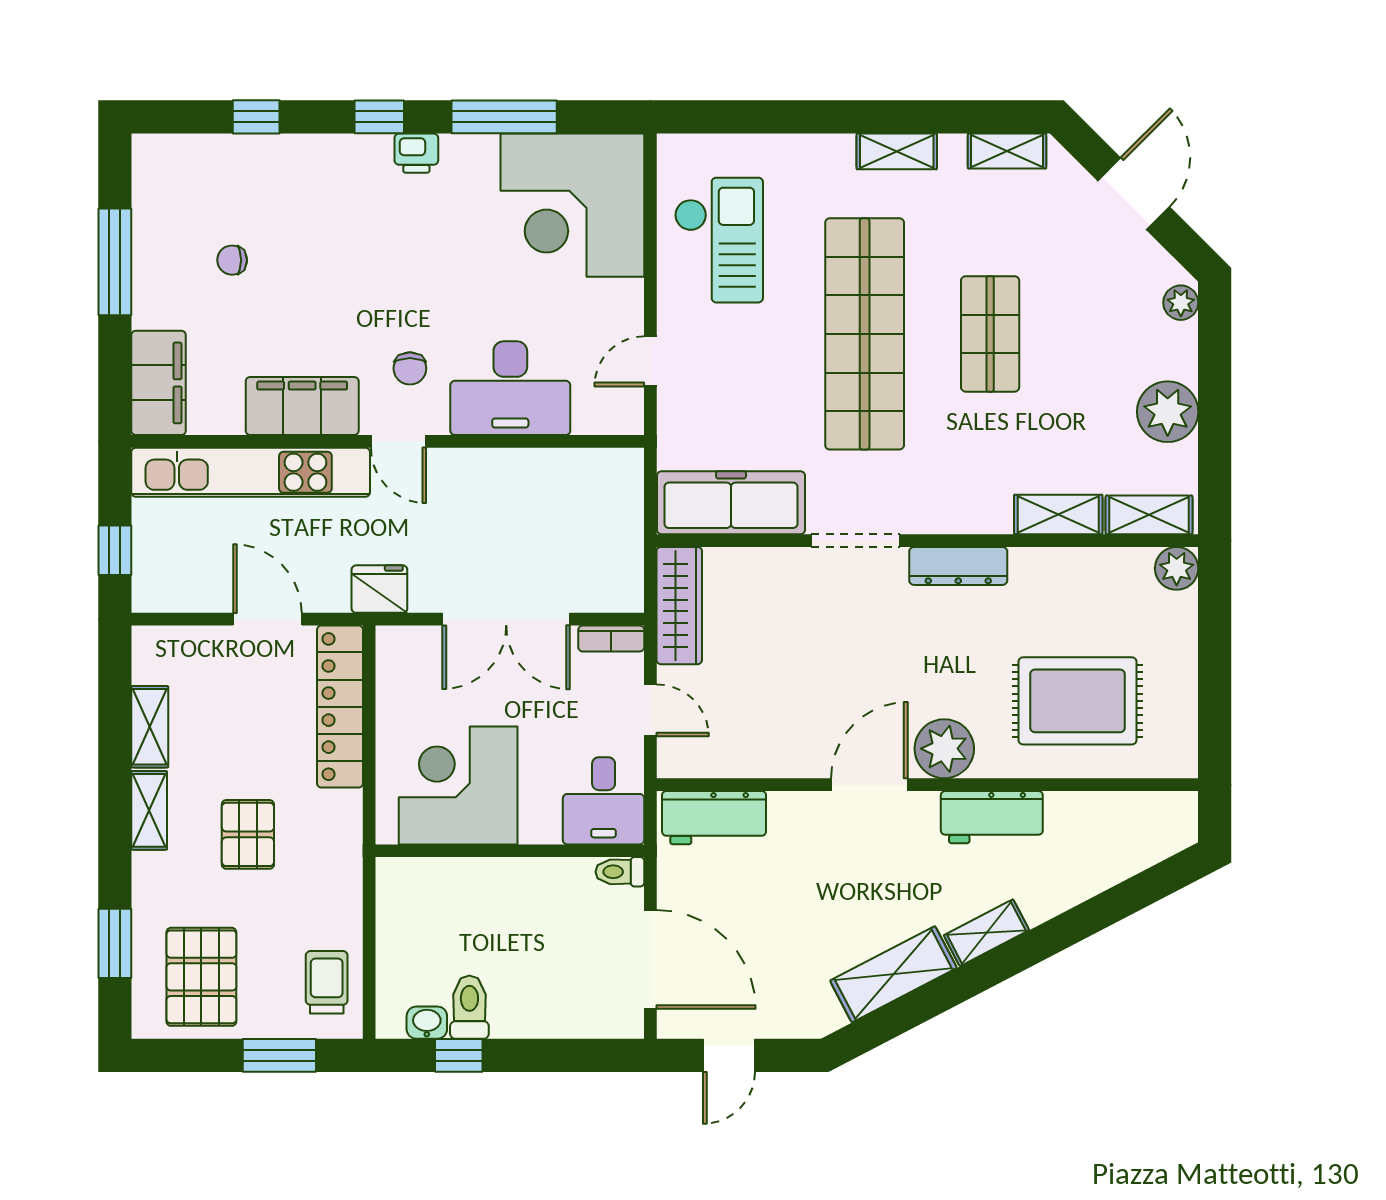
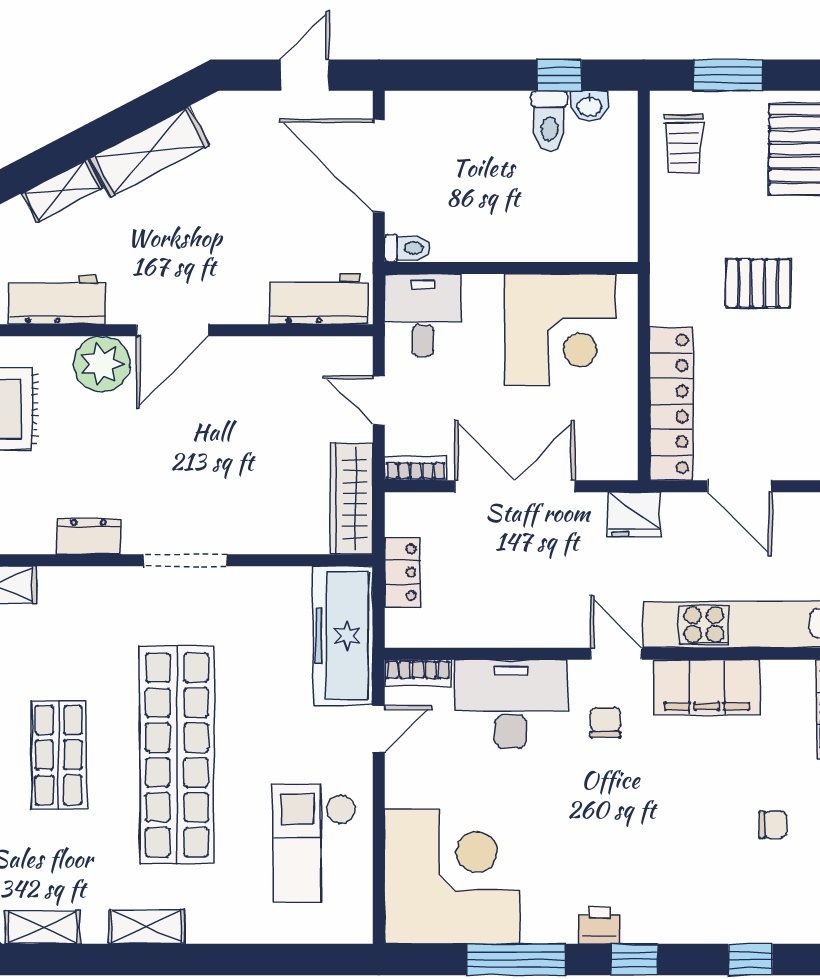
bookcase: (609, 421) -> (418, 673), added
freezer: (731, 503) -> (343, 636), moved, turned 90
locker: (625, 528) -> (402, 572), added
dresser: (958, 566) -> (89, 536), width x0.70
pallet: (248, 834) -> (758, 283), turned 90

